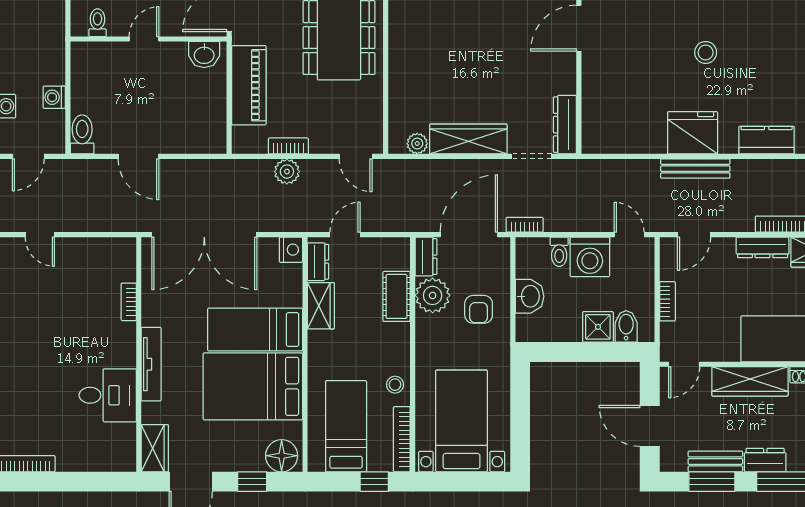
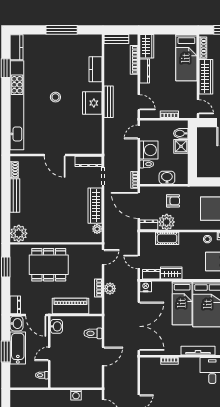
door: (579, 28) -> (55, 155), moved
door: (144, 39) -> (49, 354), hinge flipped
toilet: (82, 134) -> (93, 333), moved

